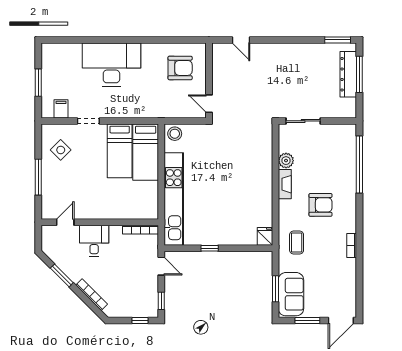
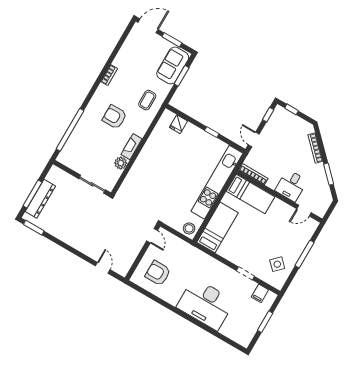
bed: (120, 151) -> (251, 194), moved, turned 90
fridge: (265, 236) -> (179, 124), moved

